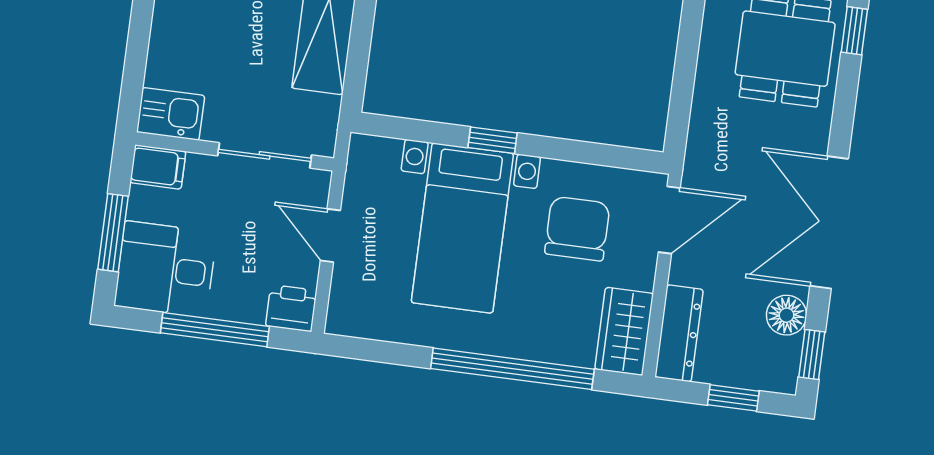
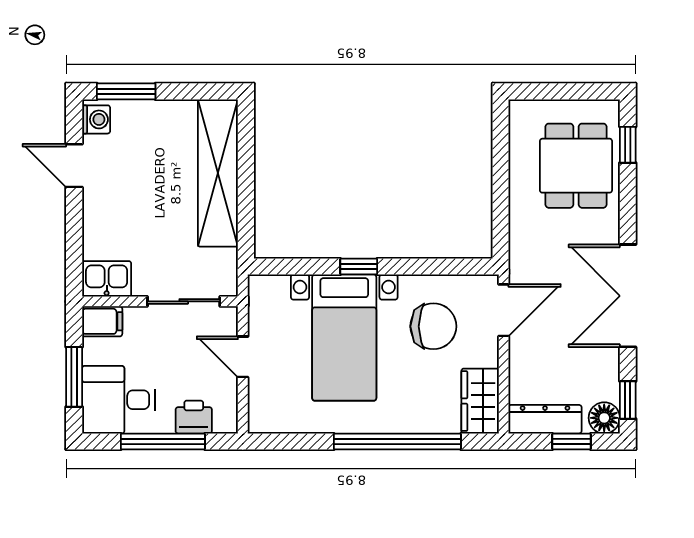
chair: (577, 229) -> (433, 326), turned 90
printer: (291, 308) -> (194, 417), moved
floor lamp: (786, 315) -> (604, 418), moved
dresser: (679, 333) -> (545, 419), moved, turned -90

